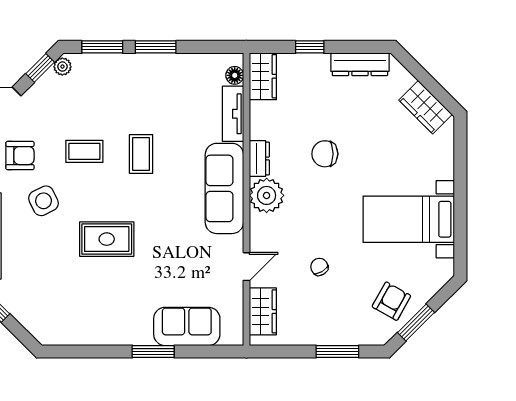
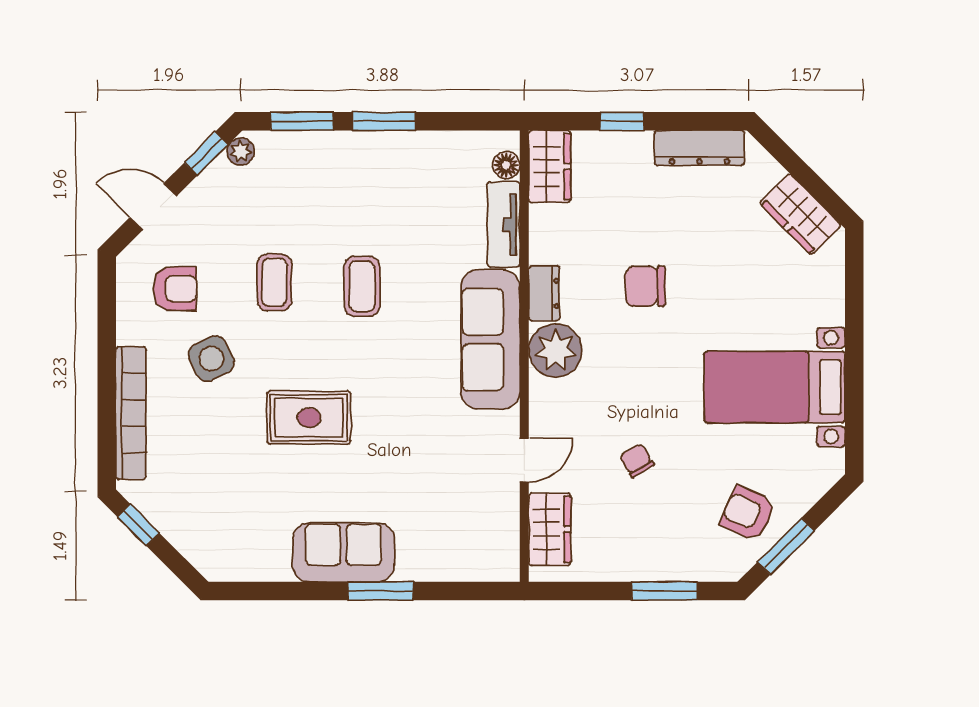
coffee table: (84, 151) -> (274, 282), turned 90
armchair: (391, 301) -> (748, 513), turned -95
sofa: (187, 326) -> (343, 552), moved

